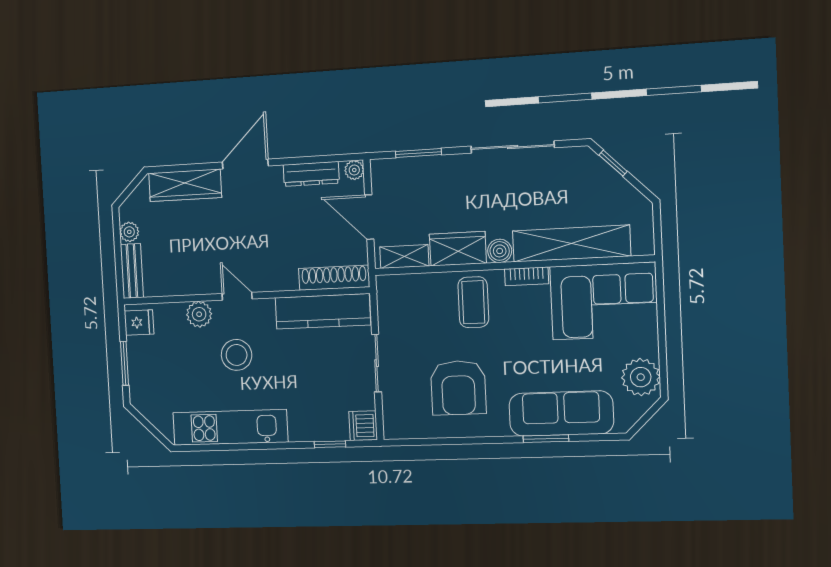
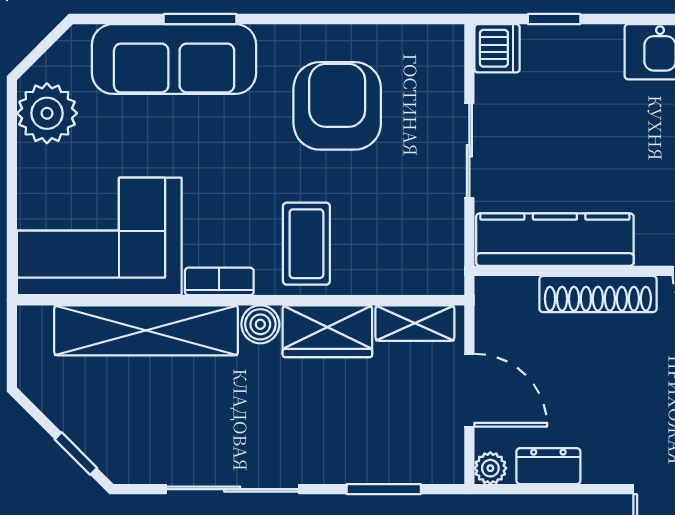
dresser: (311, 174) -> (548, 466), width x0.70
shoe rack: (334, 278) -> (598, 294), moved

